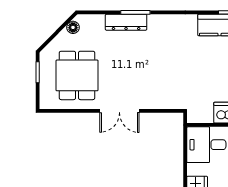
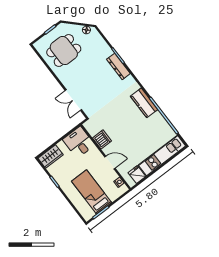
dresser: (126, 22) -> (118, 66), moved
double door: (119, 111) -> (73, 100), moved

